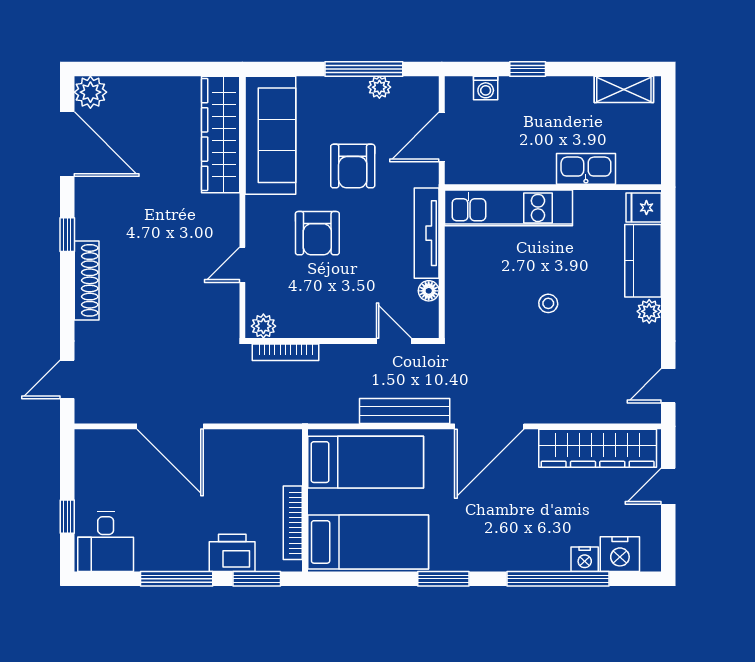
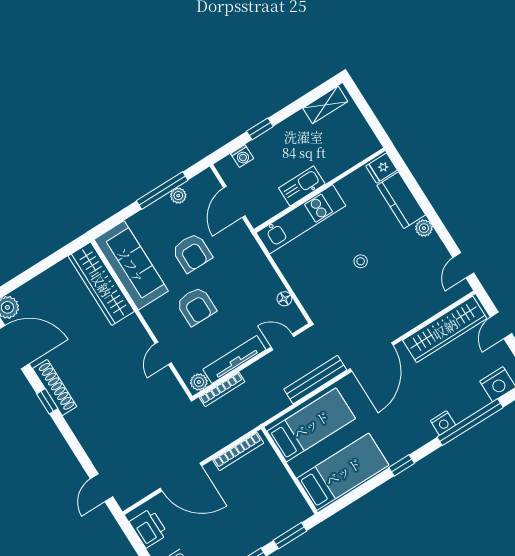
kitchen sink: (586, 169) -> (302, 186), moved
tv unit: (427, 233) -> (234, 360), moved, turned 90
shoe rack: (87, 280) -> (55, 388), moved
bookcase: (293, 523) -> (238, 451), moved, turned -90
printer: (232, 553) -> (149, 528), moved, turned 90
nightstand: (585, 559) -> (443, 423), moved
window: (443, 579) -> (402, 465), width x0.67

